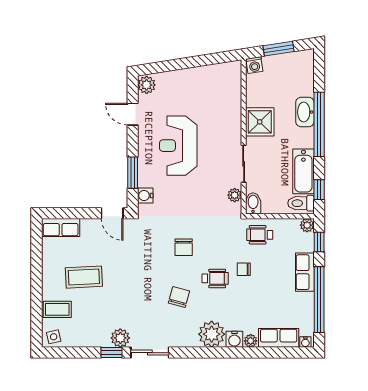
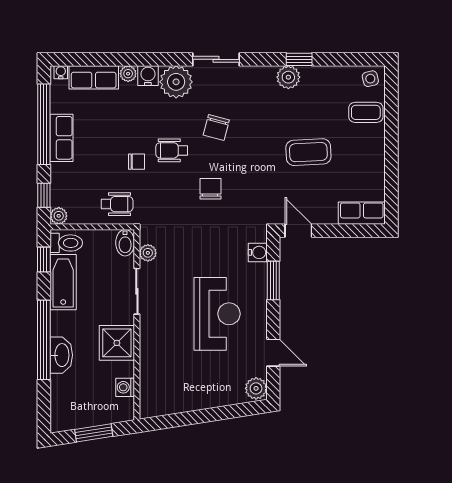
washing machine: (254, 65) -> (125, 387), moved, turned -81
row of seats: (305, 272) -> (61, 138), moved
coffee table: (84, 277) -> (308, 152), moved
sliding door: (150, 353) -> (216, 59), moved

